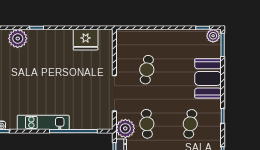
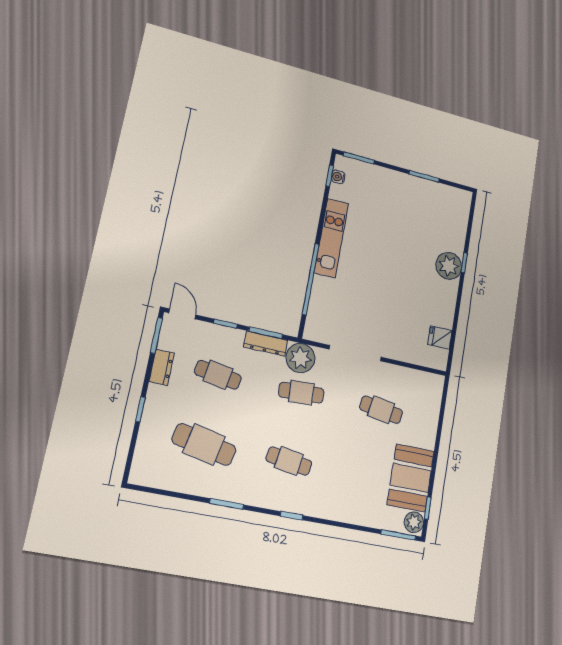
plant: (18, 38) -> (449, 266), moved
fridge: (86, 40) -> (440, 337), width x0.53, depth x0.75
booth: (208, 78) -> (411, 478), moved, turned 90

